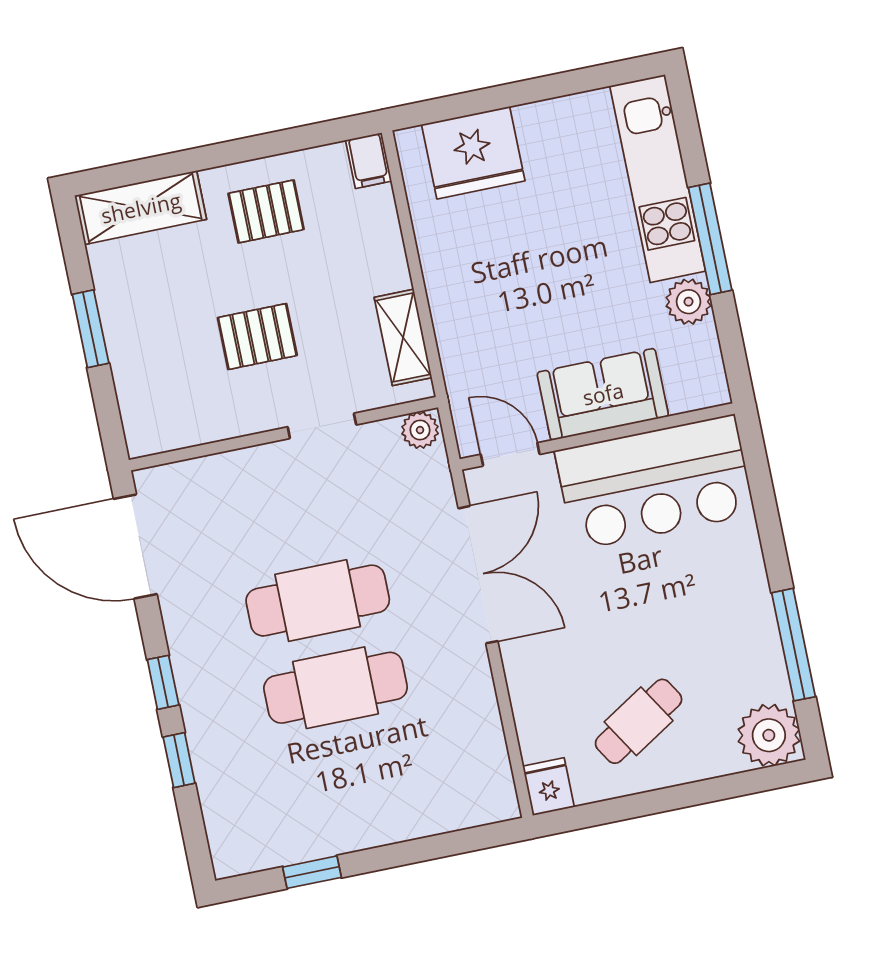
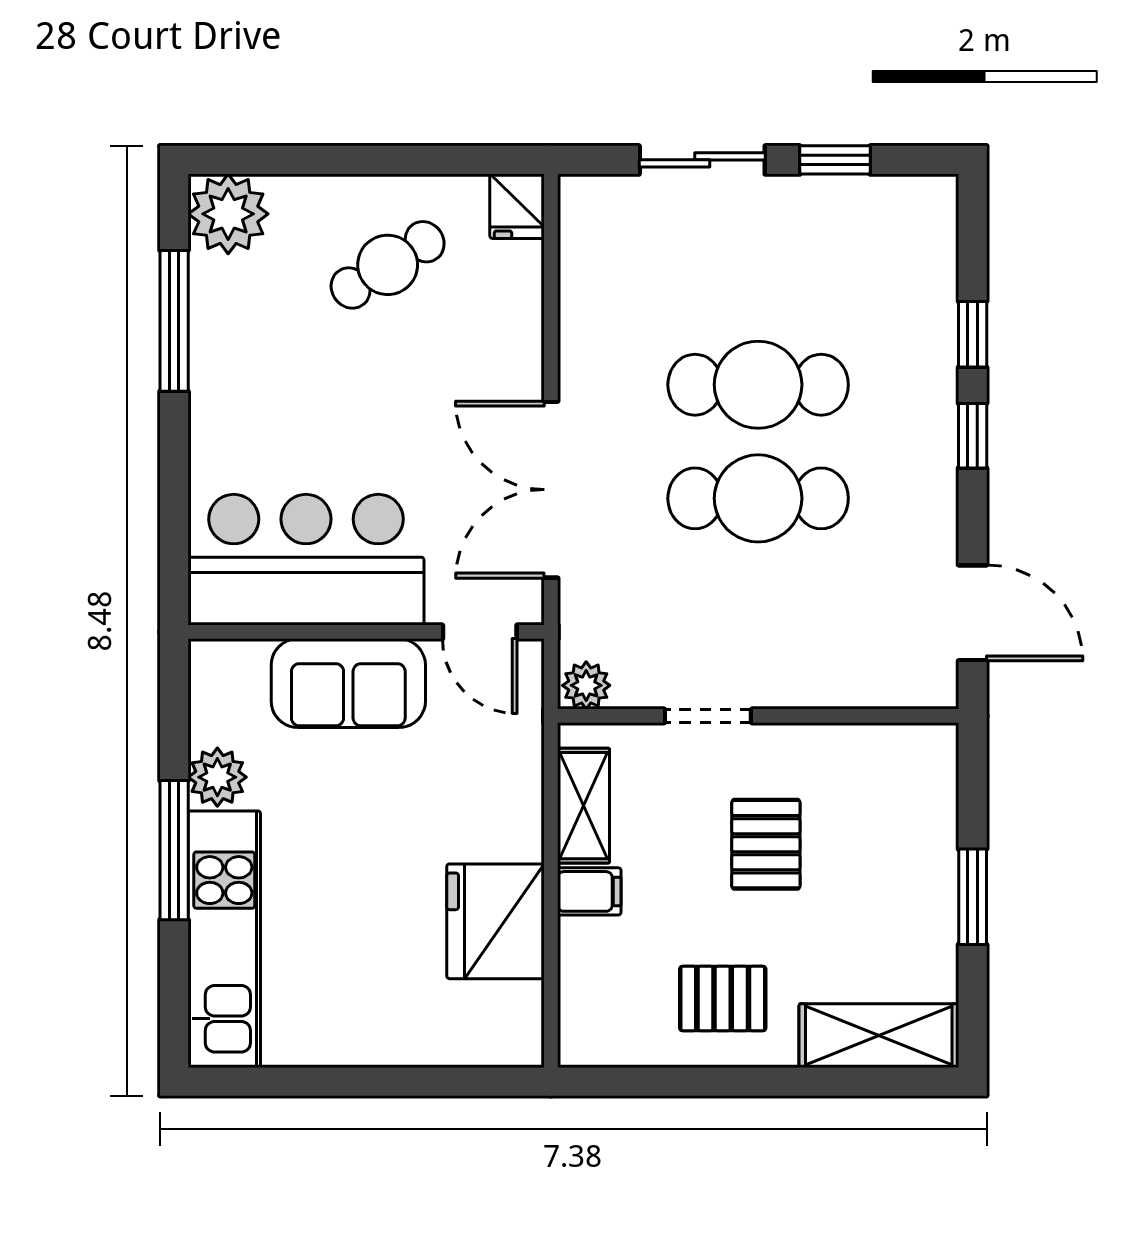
fridge: (473, 153) -> (496, 921), moved, turned -90
filing cabinet: (369, 161) -> (589, 891), moved, turned 90
pallet: (257, 337) -> (766, 844), turned 90
door: (135, 547) -> (973, 613), width x0.73
sliding door: (414, 851) -> (702, 160), added

